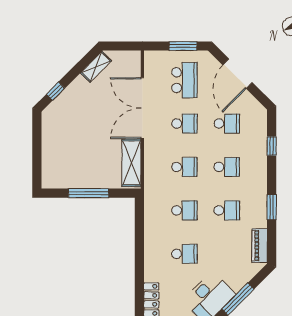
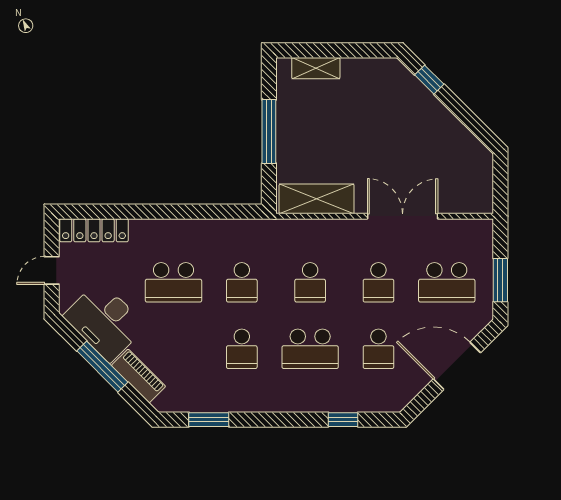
shelving: (96, 67) -> (316, 68), moved, turned -45
double door: (142, 108) -> (403, 216), width x0.73
school desk: (227, 167) -> (310, 349), width x1.85
window: (272, 207) -> (209, 420), moved
piano: (260, 246) -> (139, 376), moved, turned 45
school desk: (184, 254) -> (173, 282), width x1.85

